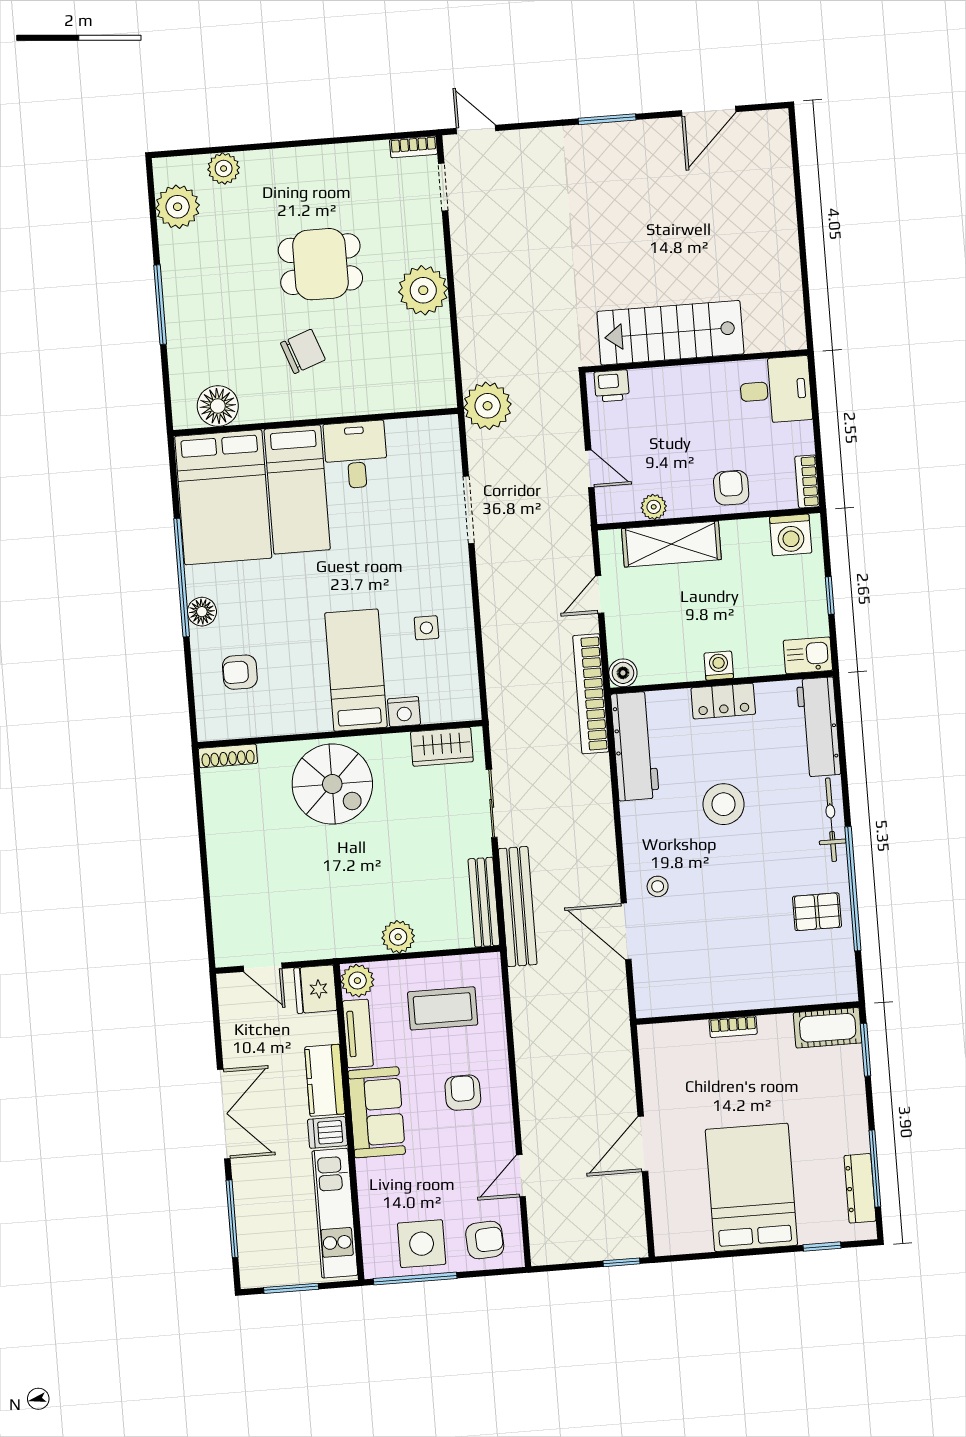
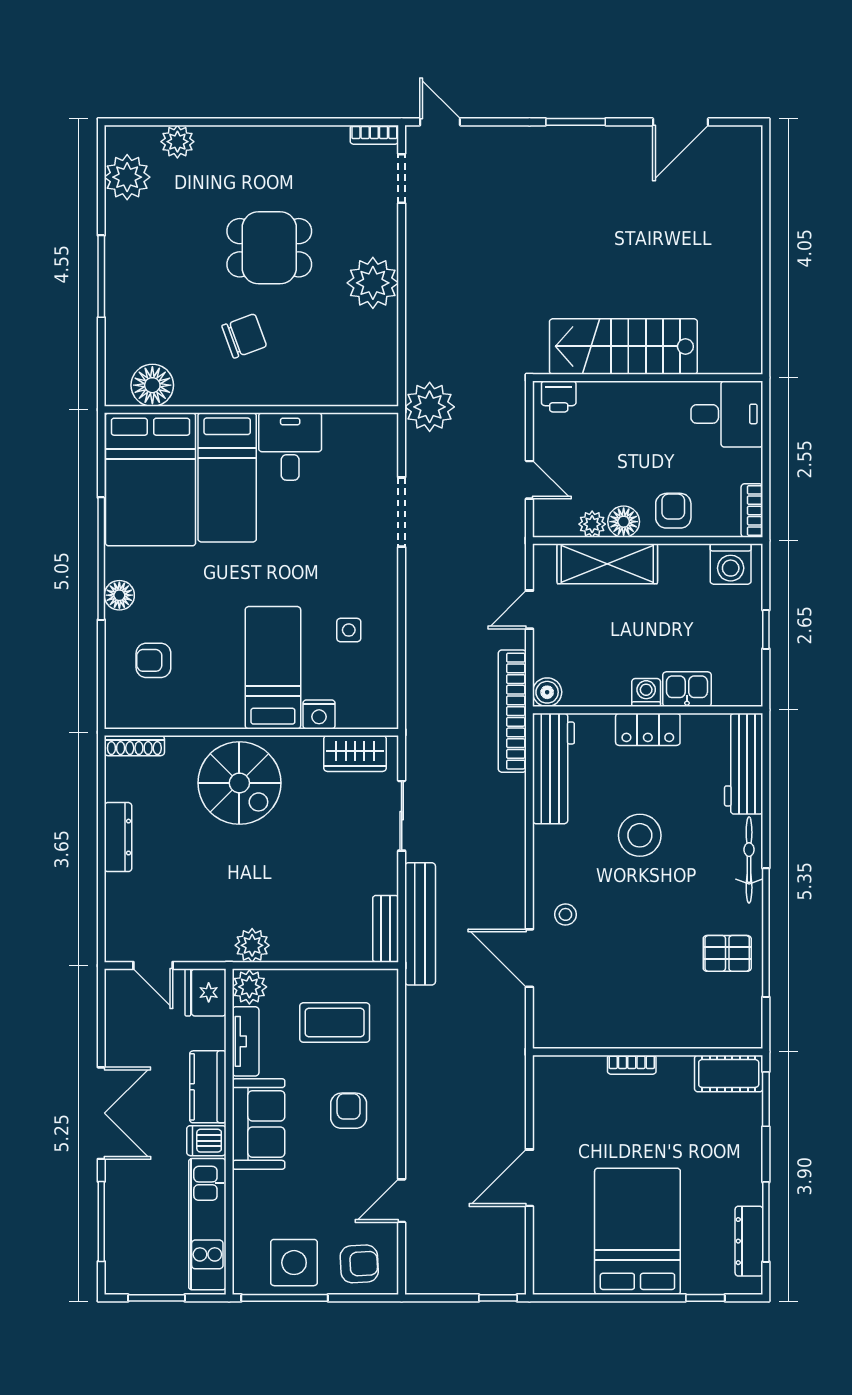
floor lamp: (684, 502) -> (624, 522), added
kitchen sink: (808, 655) -> (687, 689), moved
dresser: (219, 846) -> (118, 837), added
bench: (484, 902) -> (386, 929), width x0.73
plant: (398, 937) -> (252, 945), moved

